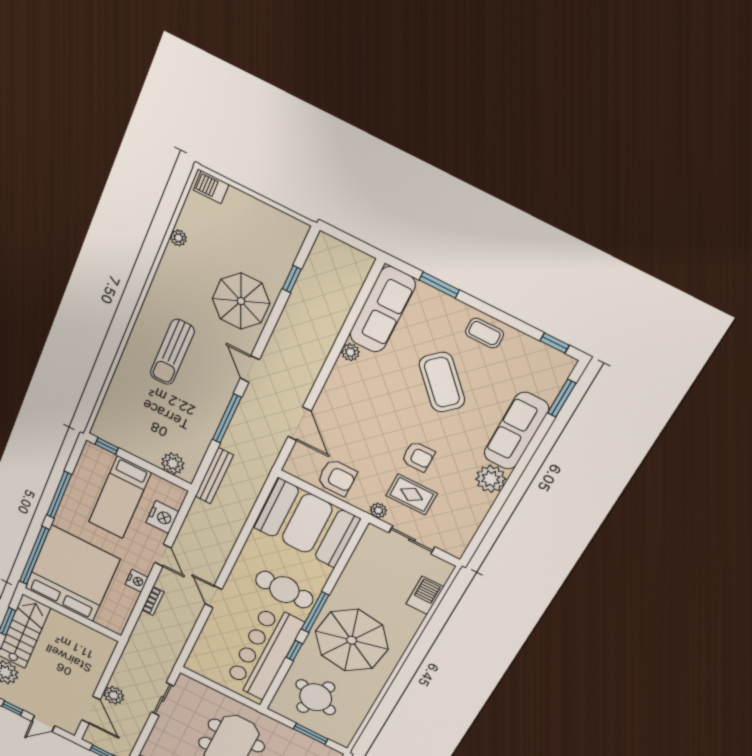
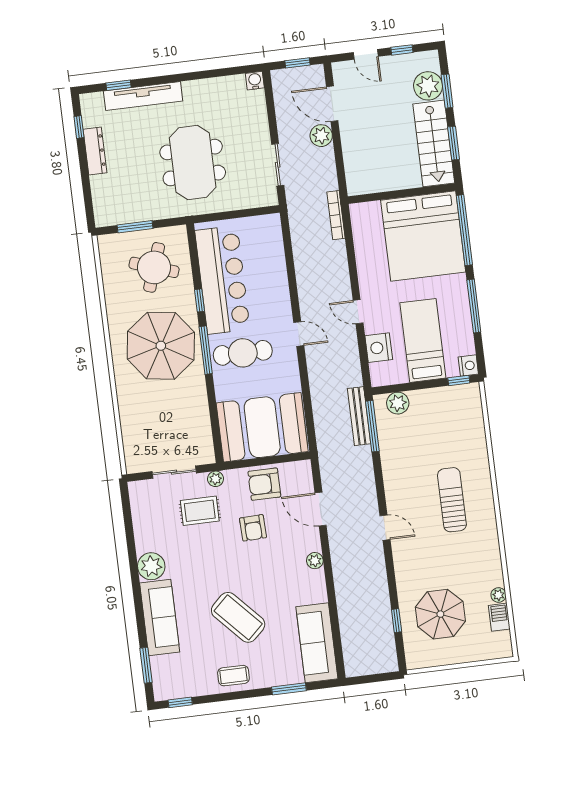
barbecue: (211, 187) -> (499, 617), moved, turned -90
parasol: (241, 301) -> (440, 614), moved
plant: (350, 352) -> (315, 561), moved
window: (227, 418) -> (372, 426), moved
armchair: (418, 457) -> (253, 528), moved, turned -92
nightstand: (137, 581) -> (468, 366), moved, turned 180
barbecue: (425, 595) -> (132, 431), removed
door: (213, 597) -> (299, 334), moved
bookcase: (153, 601) -> (336, 215), moved, width x1.56
door: (43, 724) -> (366, 54), swing flipped

